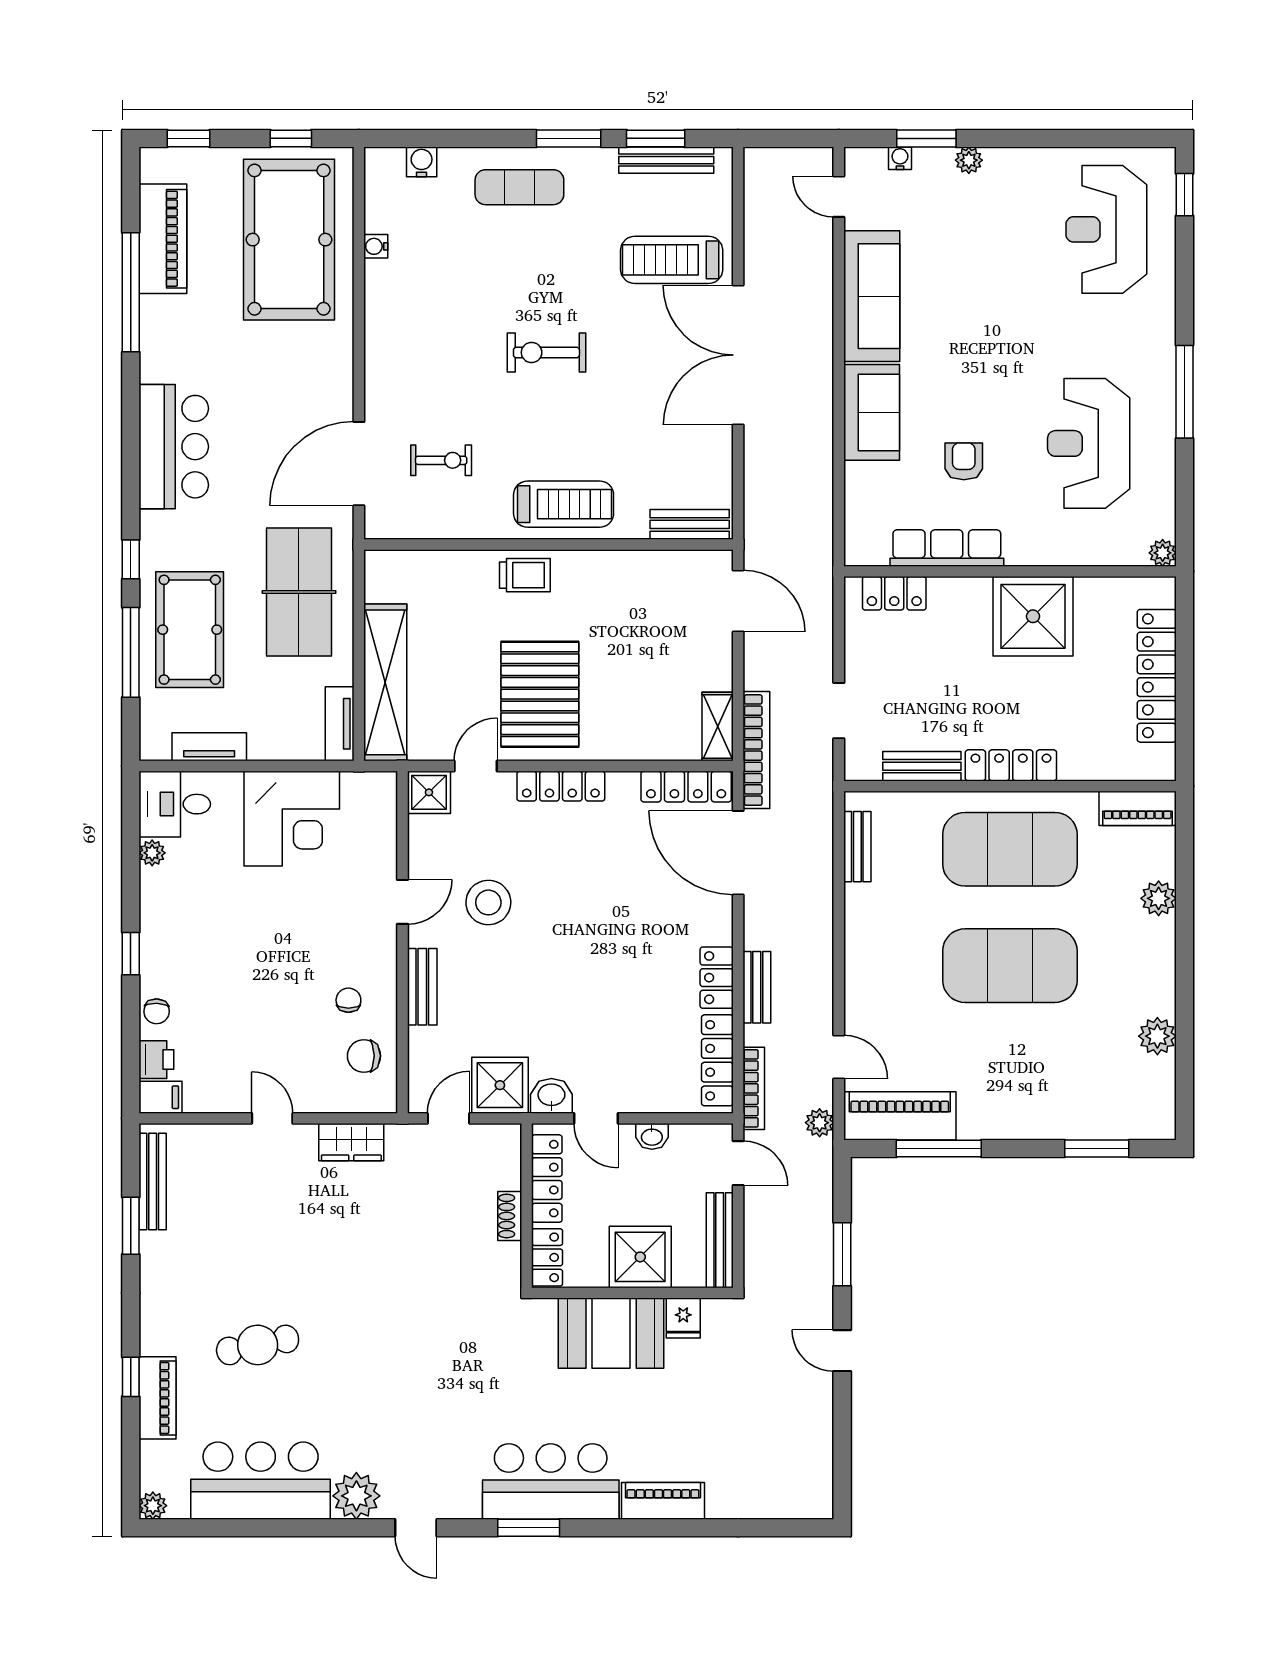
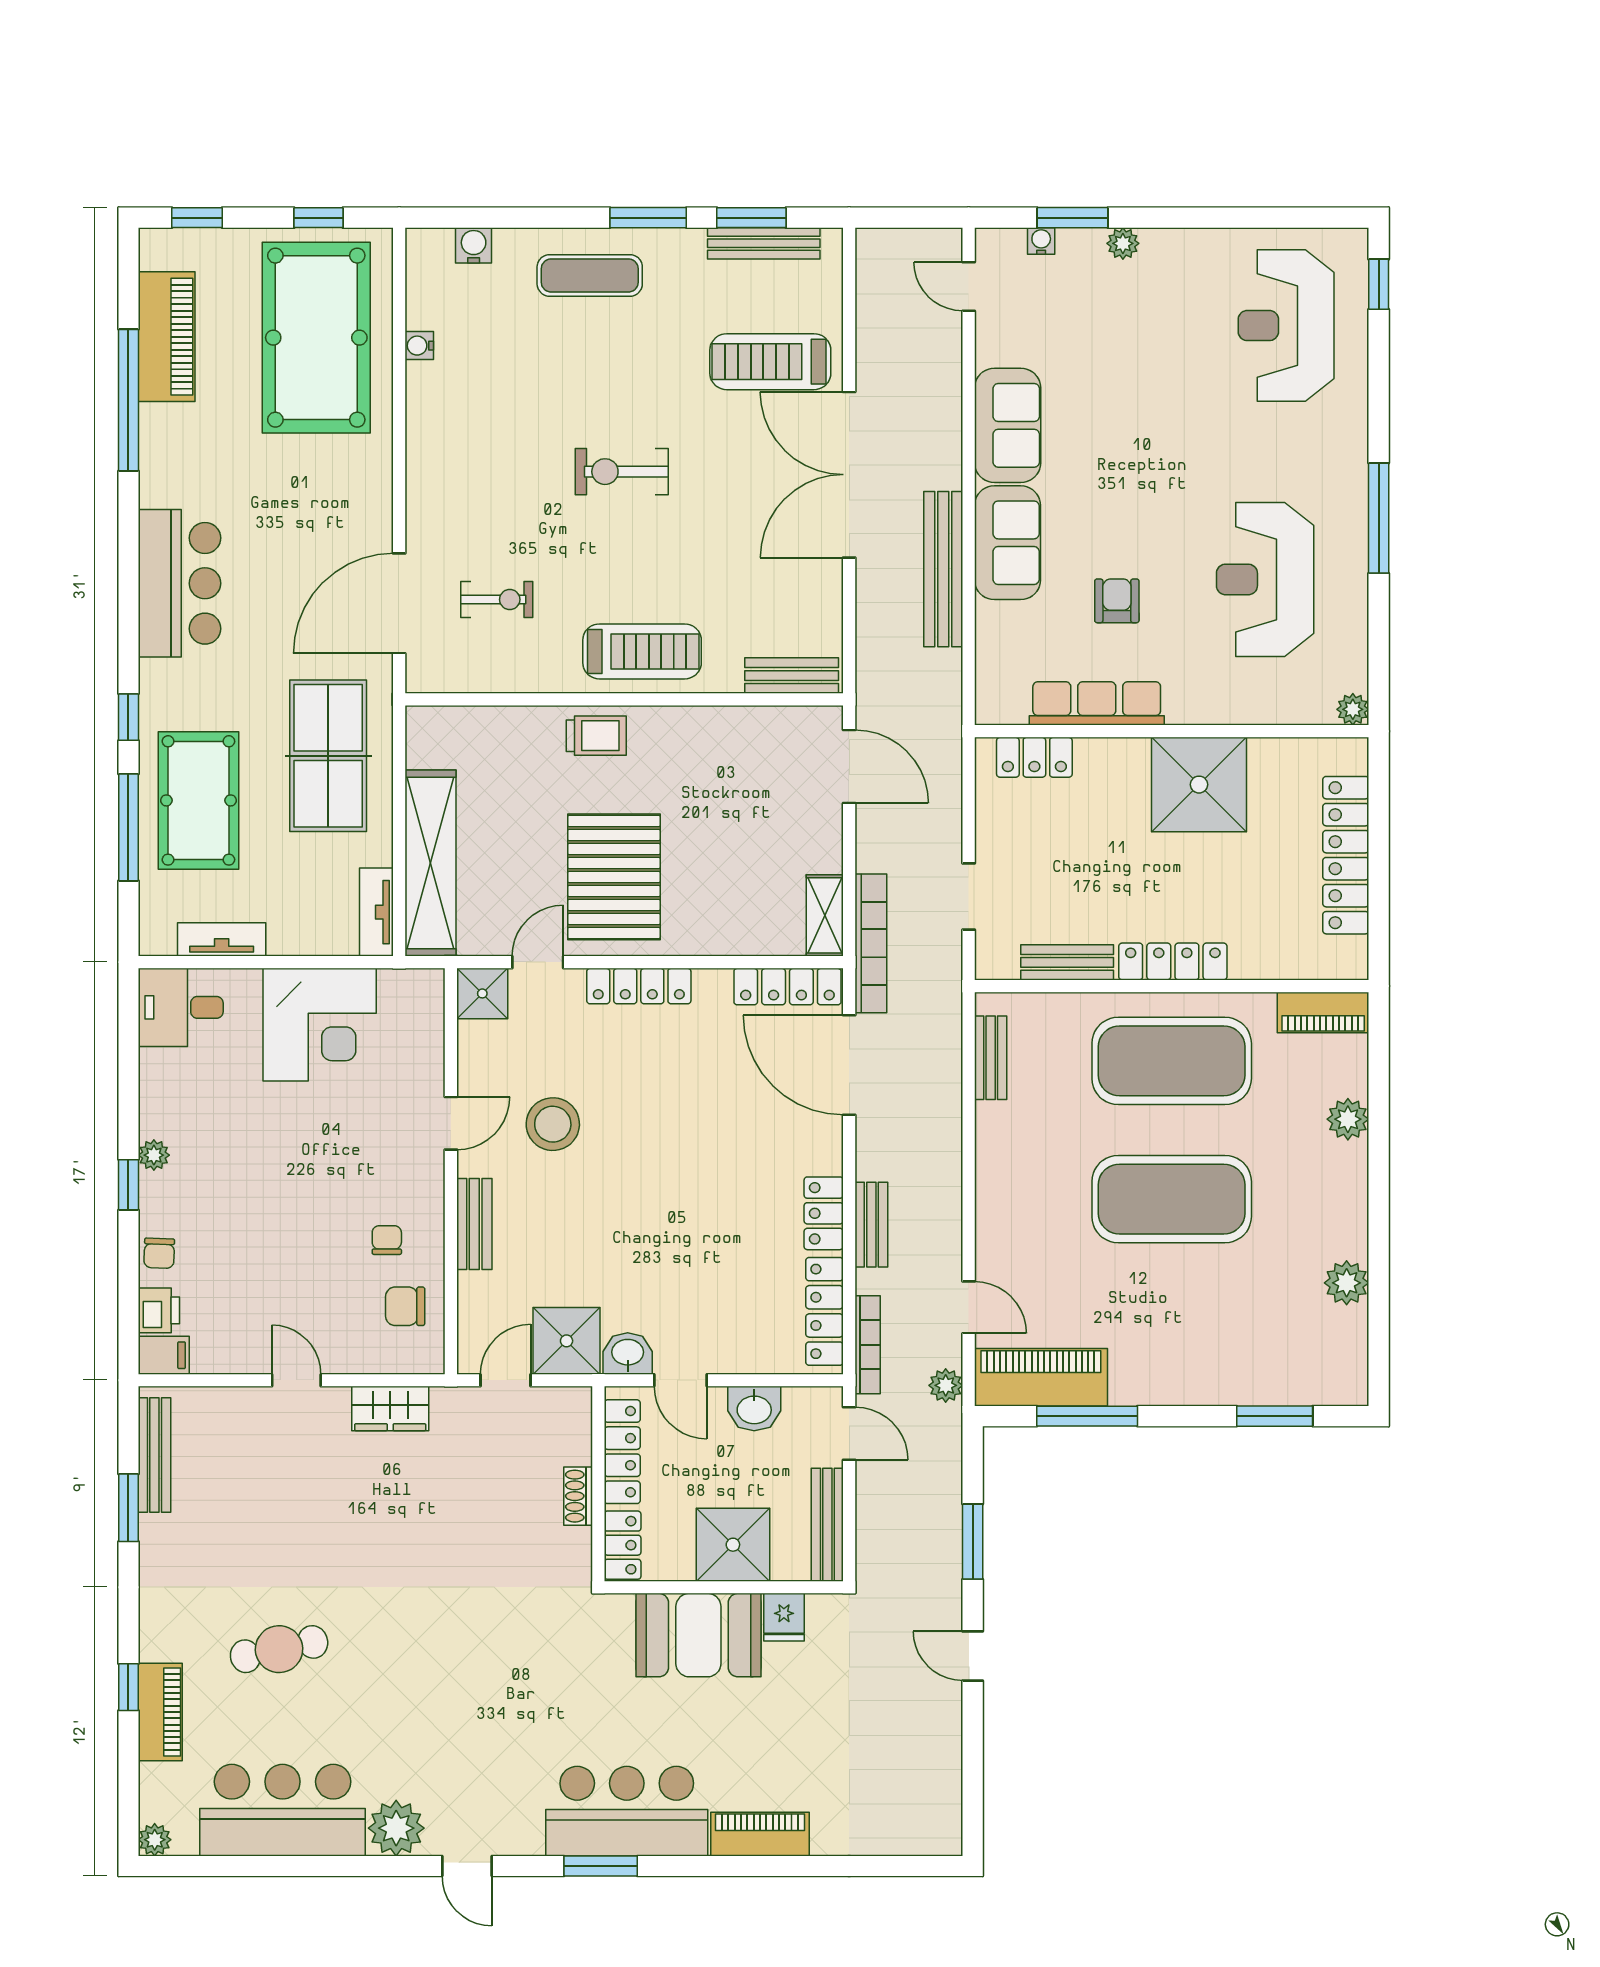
sofa: (872, 296) -> (1008, 425), width x0.73
bench: (817, 435) -> (943, 569), added
plant: (152, 853) -> (154, 1155), moved
washbasin: (652, 1136) -> (754, 1409), width x1.38, depth x1.45

